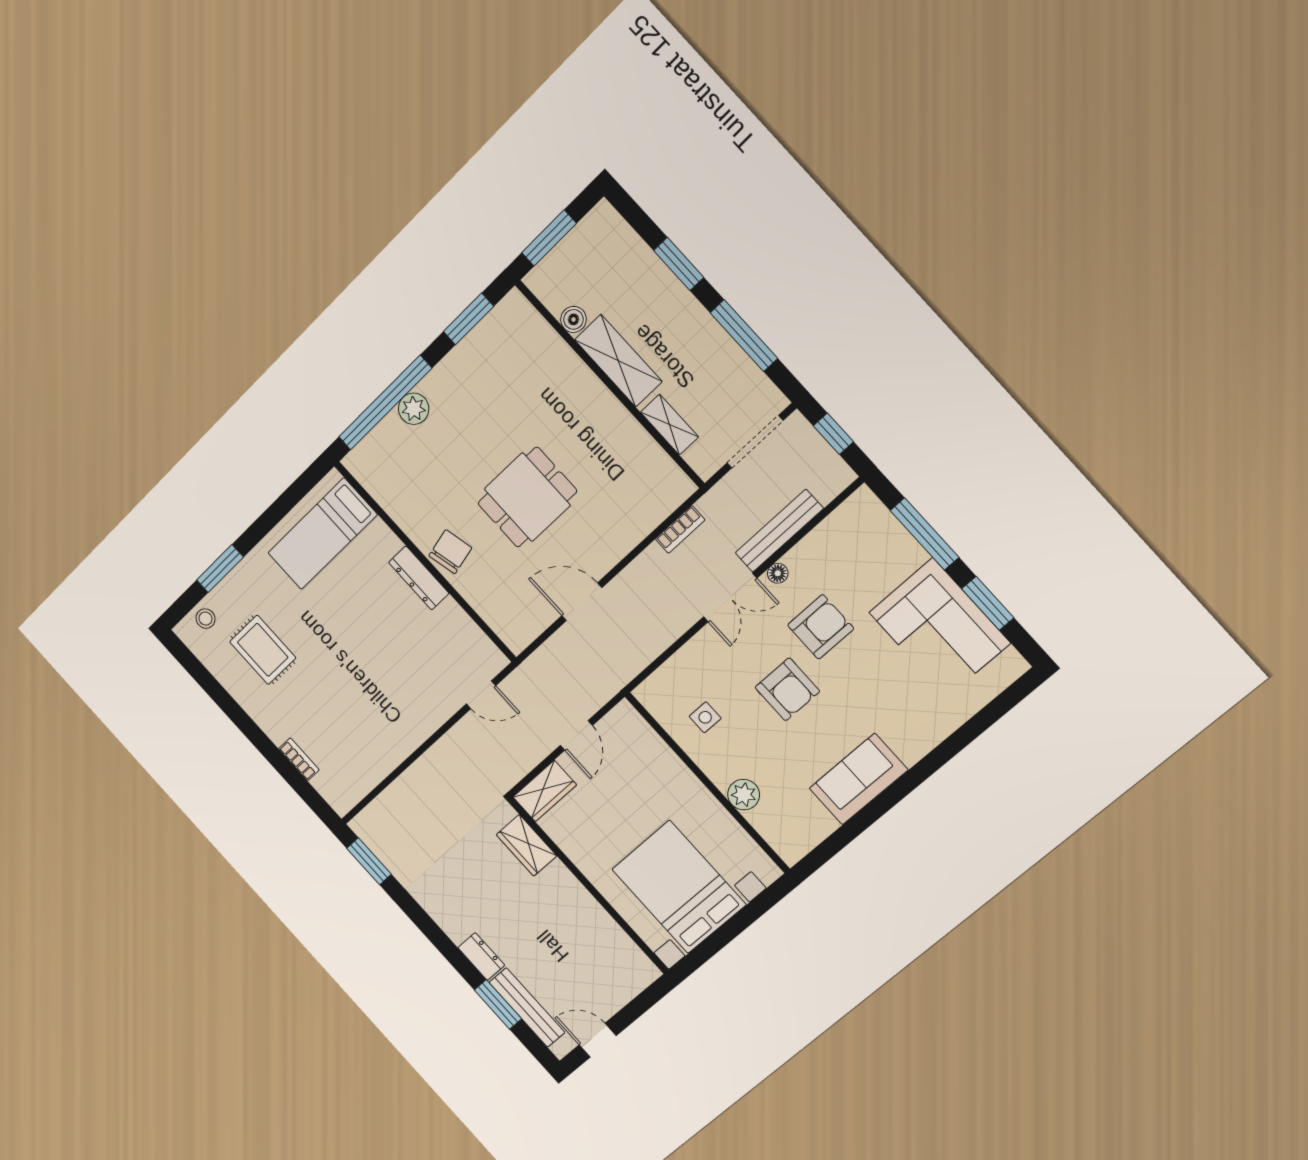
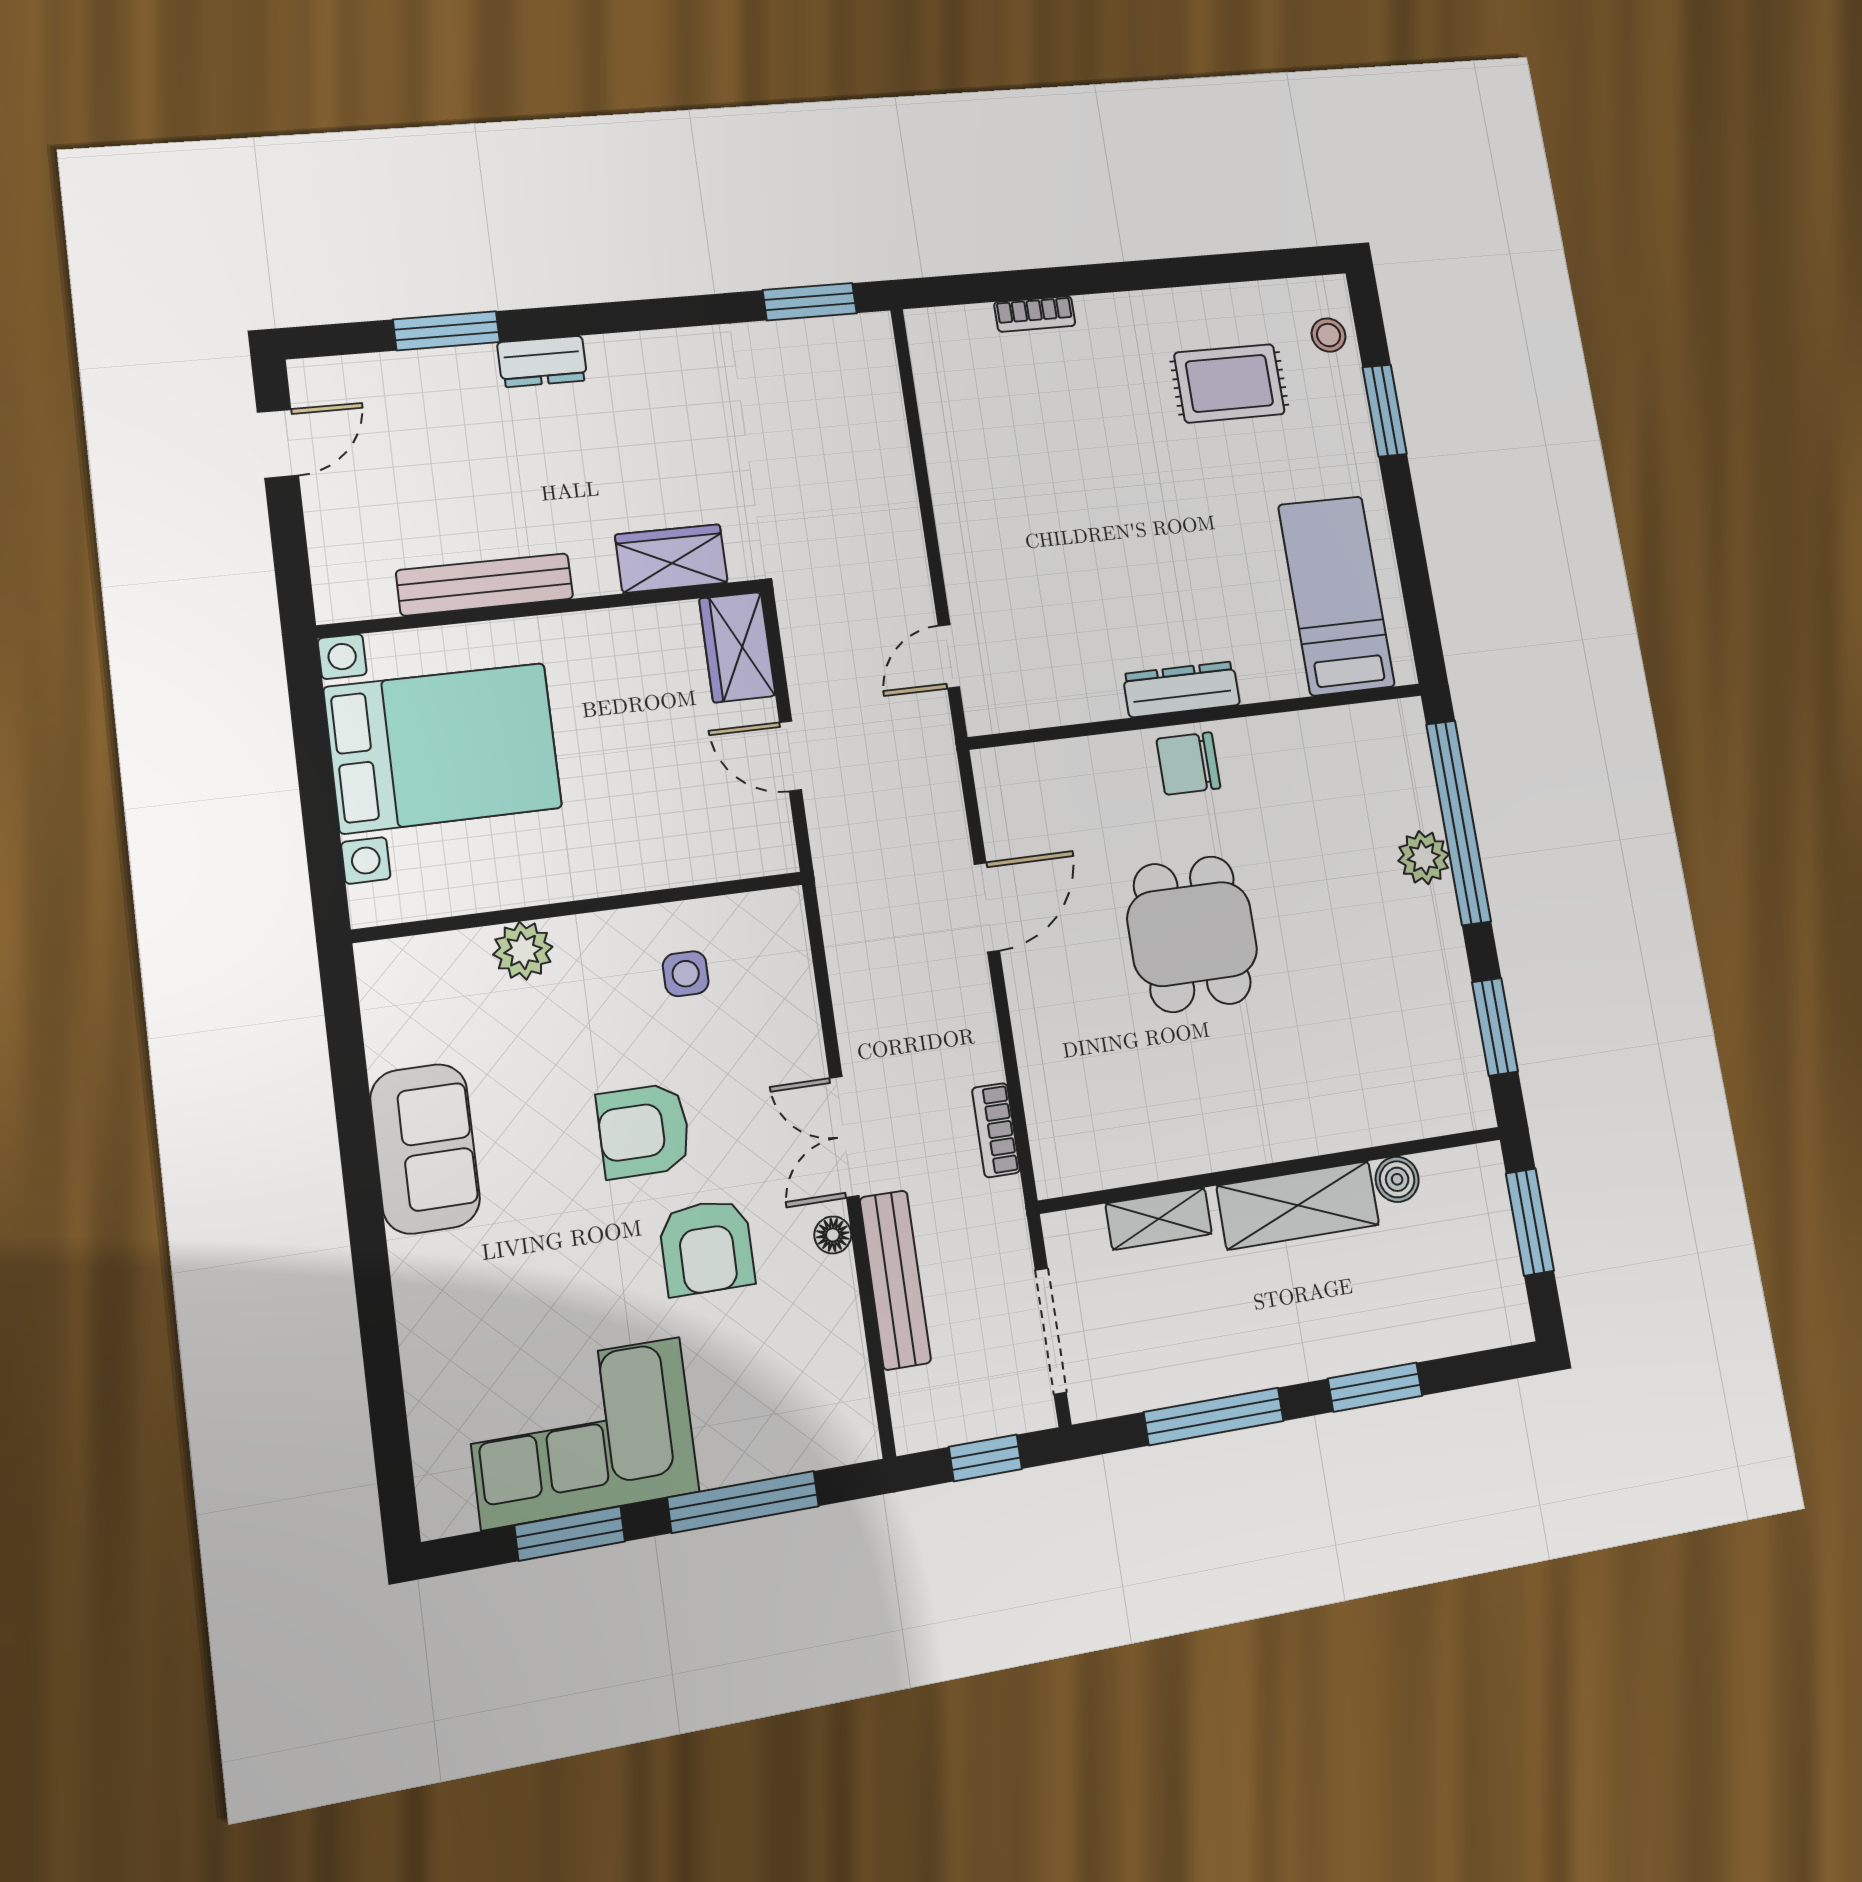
chair: (450, 552) -> (1188, 763), turned 103
bench: (527, 1007) -> (485, 584), moved

